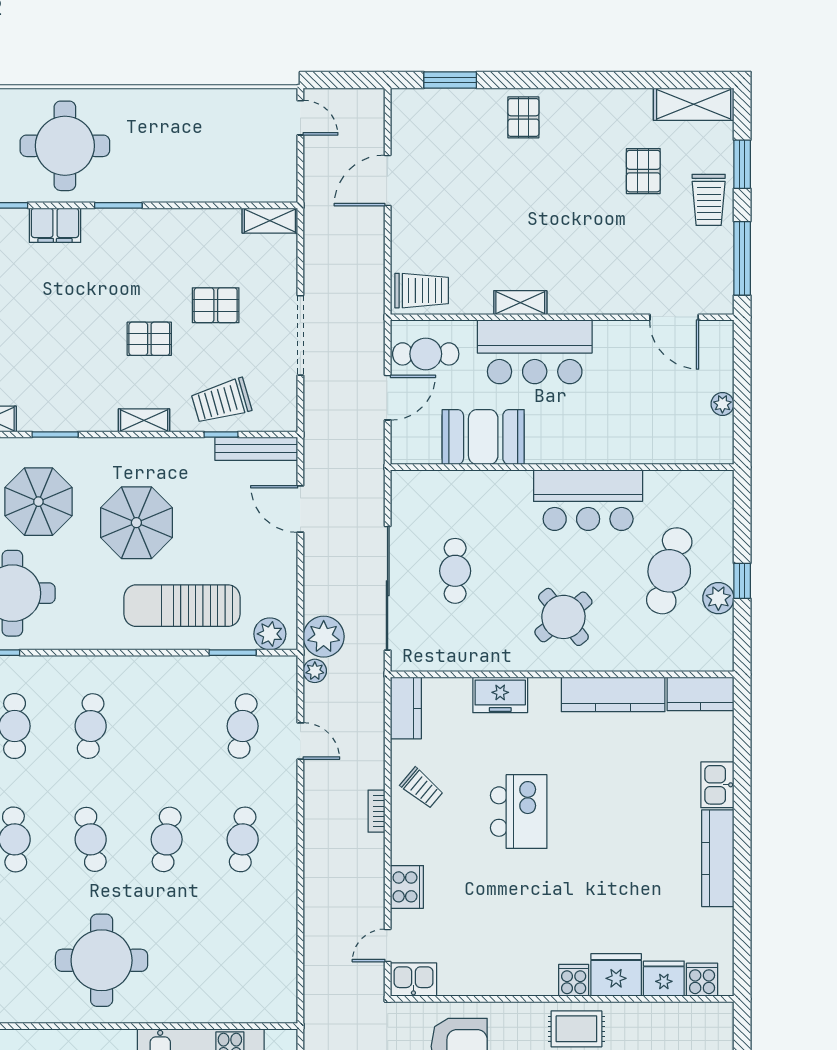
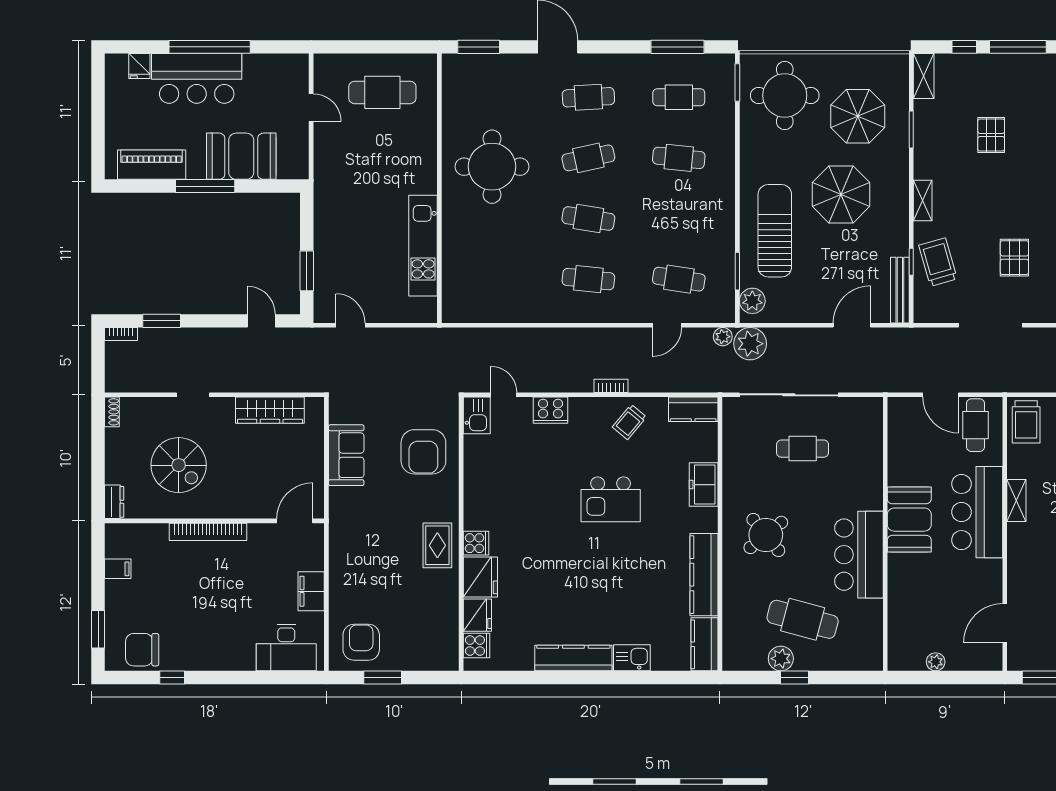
pallet: (149, 339) -> (991, 135), moved
booth: (483, 437) -> (909, 520), moved

